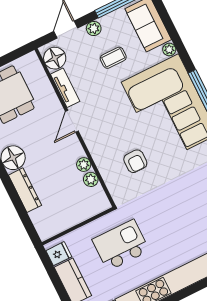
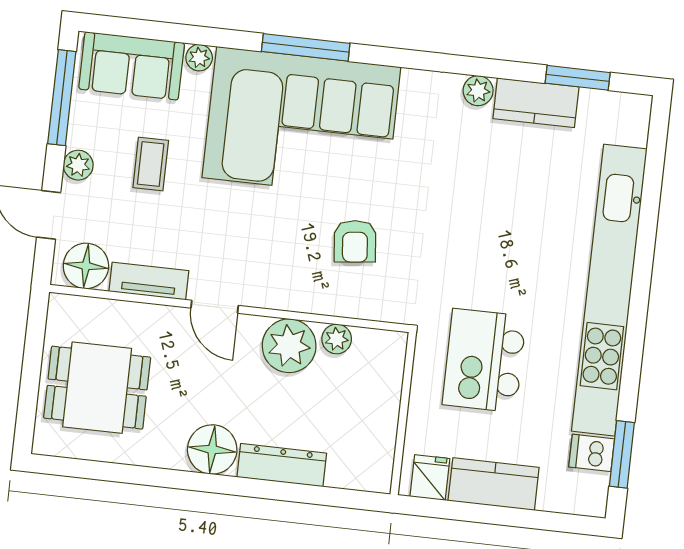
armchair: (135, 161) -> (355, 241), turned 84
plant: (84, 165) -> (289, 346), width x1.88, depth x1.88

